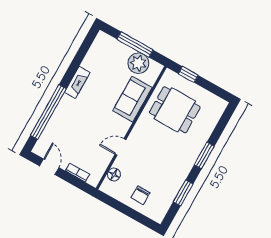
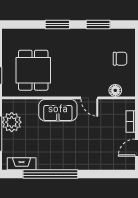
fireplace: (77, 82) -> (22, 164), moved
sofa: (132, 99) -> (58, 110), moved
window: (48, 112) -> (50, 174), moved

